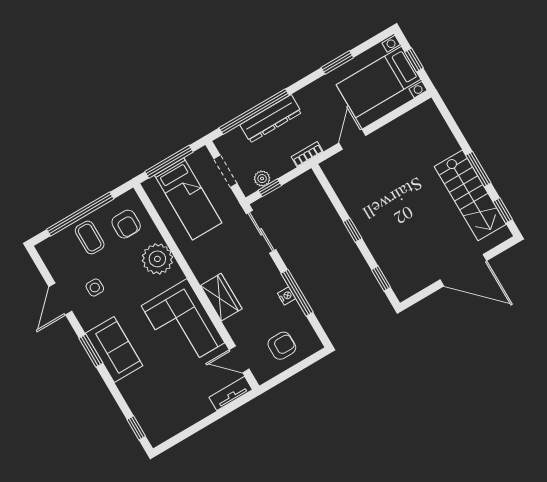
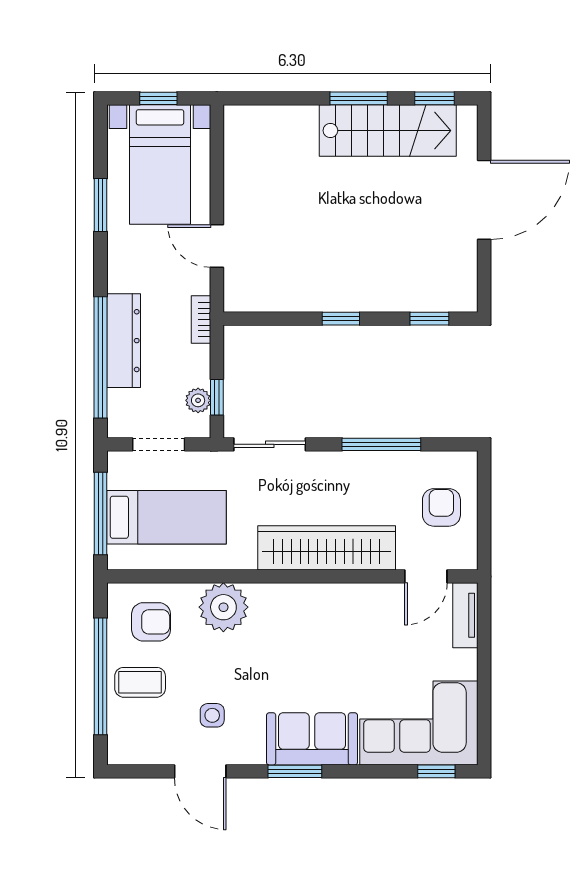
nightstand: (287, 296) -> (377, 461), removed
wardrobe: (221, 297) -> (327, 548), width x2.10, depth x1.17
corner sofa: (183, 324) -> (419, 723), moved, turned 180

